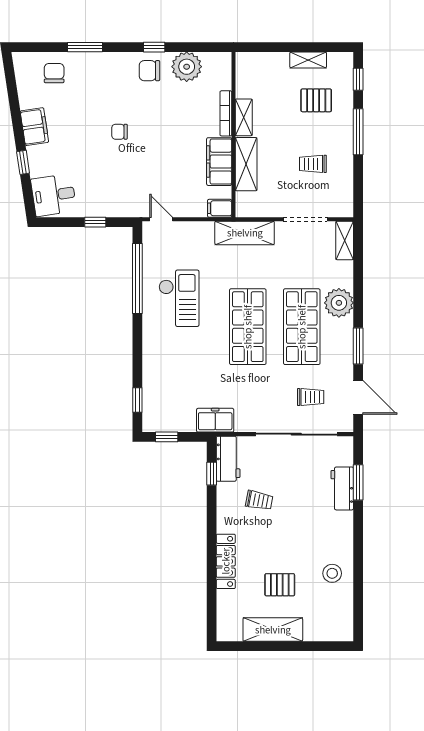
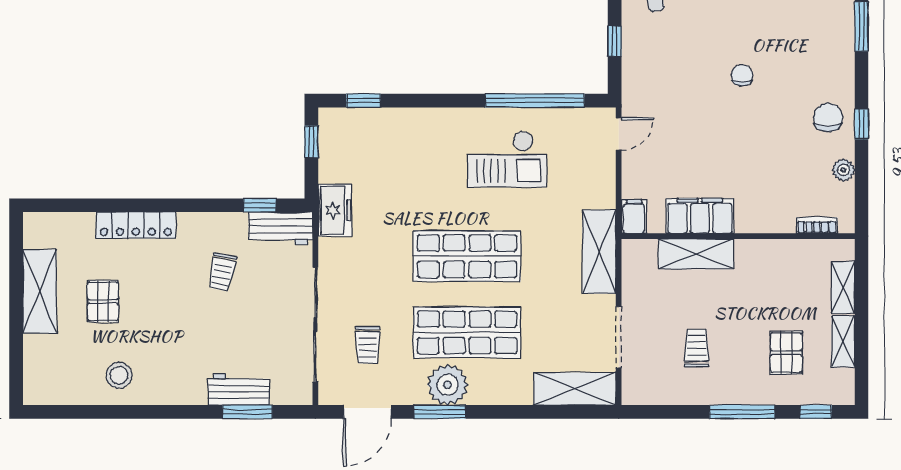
plant: (187, 67) -> (844, 170), width x0.53, depth x0.53
bookcase: (226, 113) -> (817, 225), moved, width x0.64
shelving: (244, 117) -> (843, 287), moved, turned 90
shelving: (345, 240) -> (575, 389), width x1.50, depth x1.33
plant: (339, 303) -> (448, 385), moved

